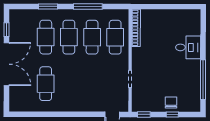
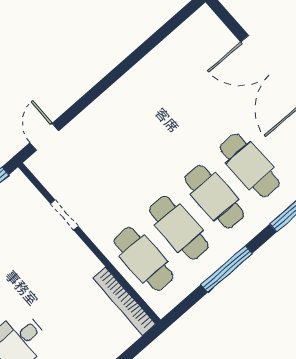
cafe table: (46, 84) -> (187, 94), removed

